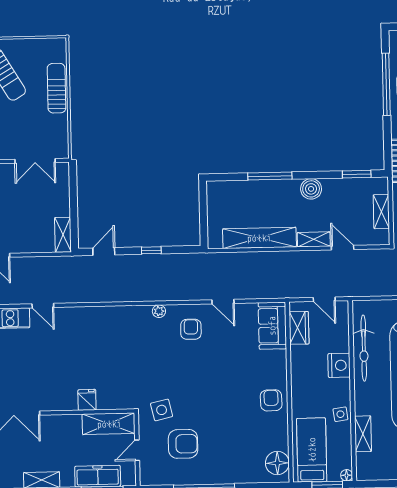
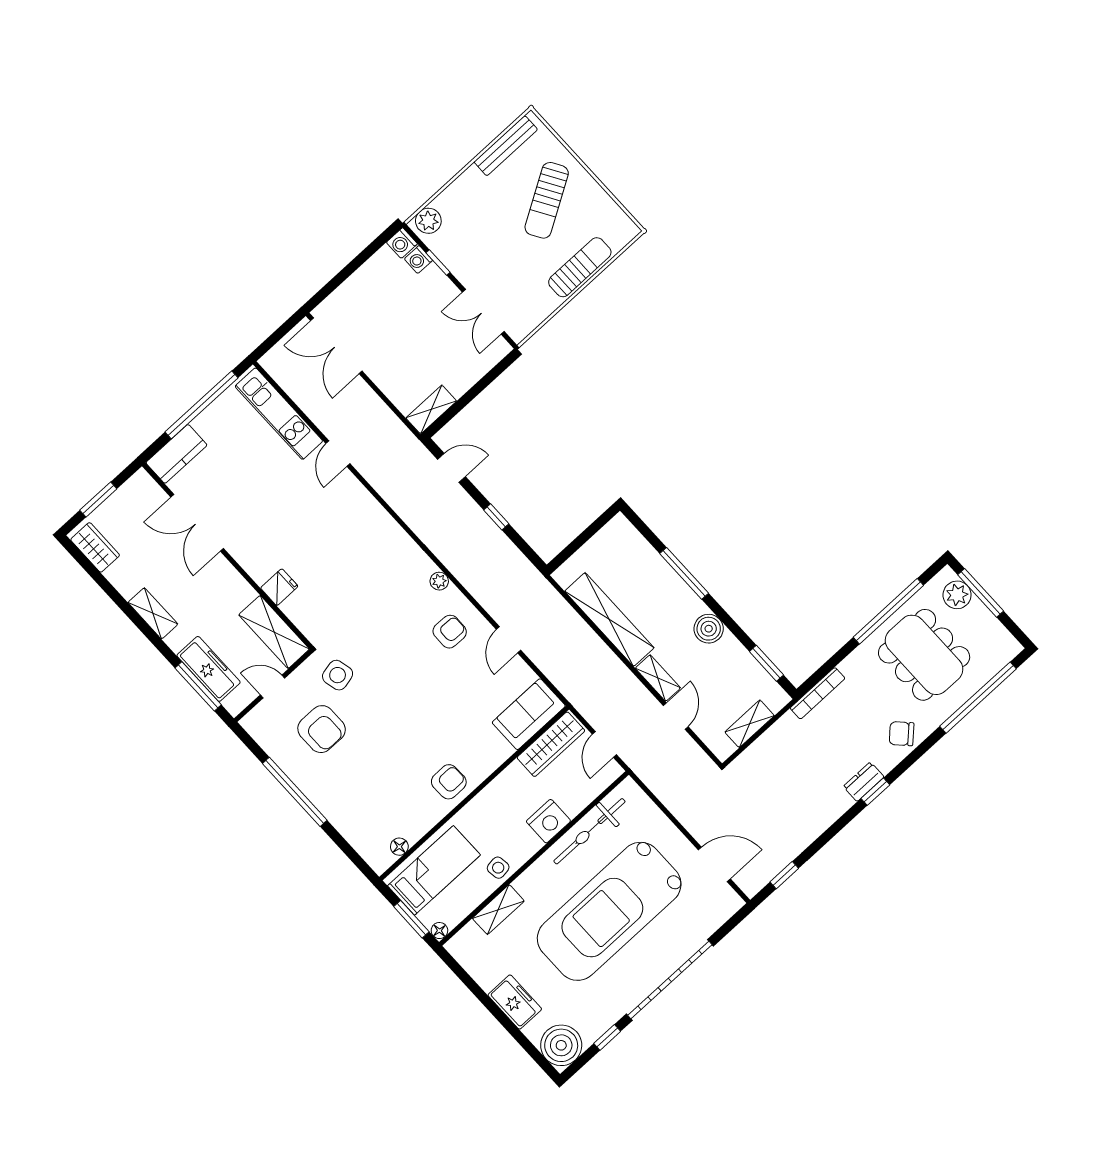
wardrobe: (299, 328) -> (551, 744), width x1.50
floor lamp: (277, 463) -> (399, 847), width x0.53, depth x0.53

